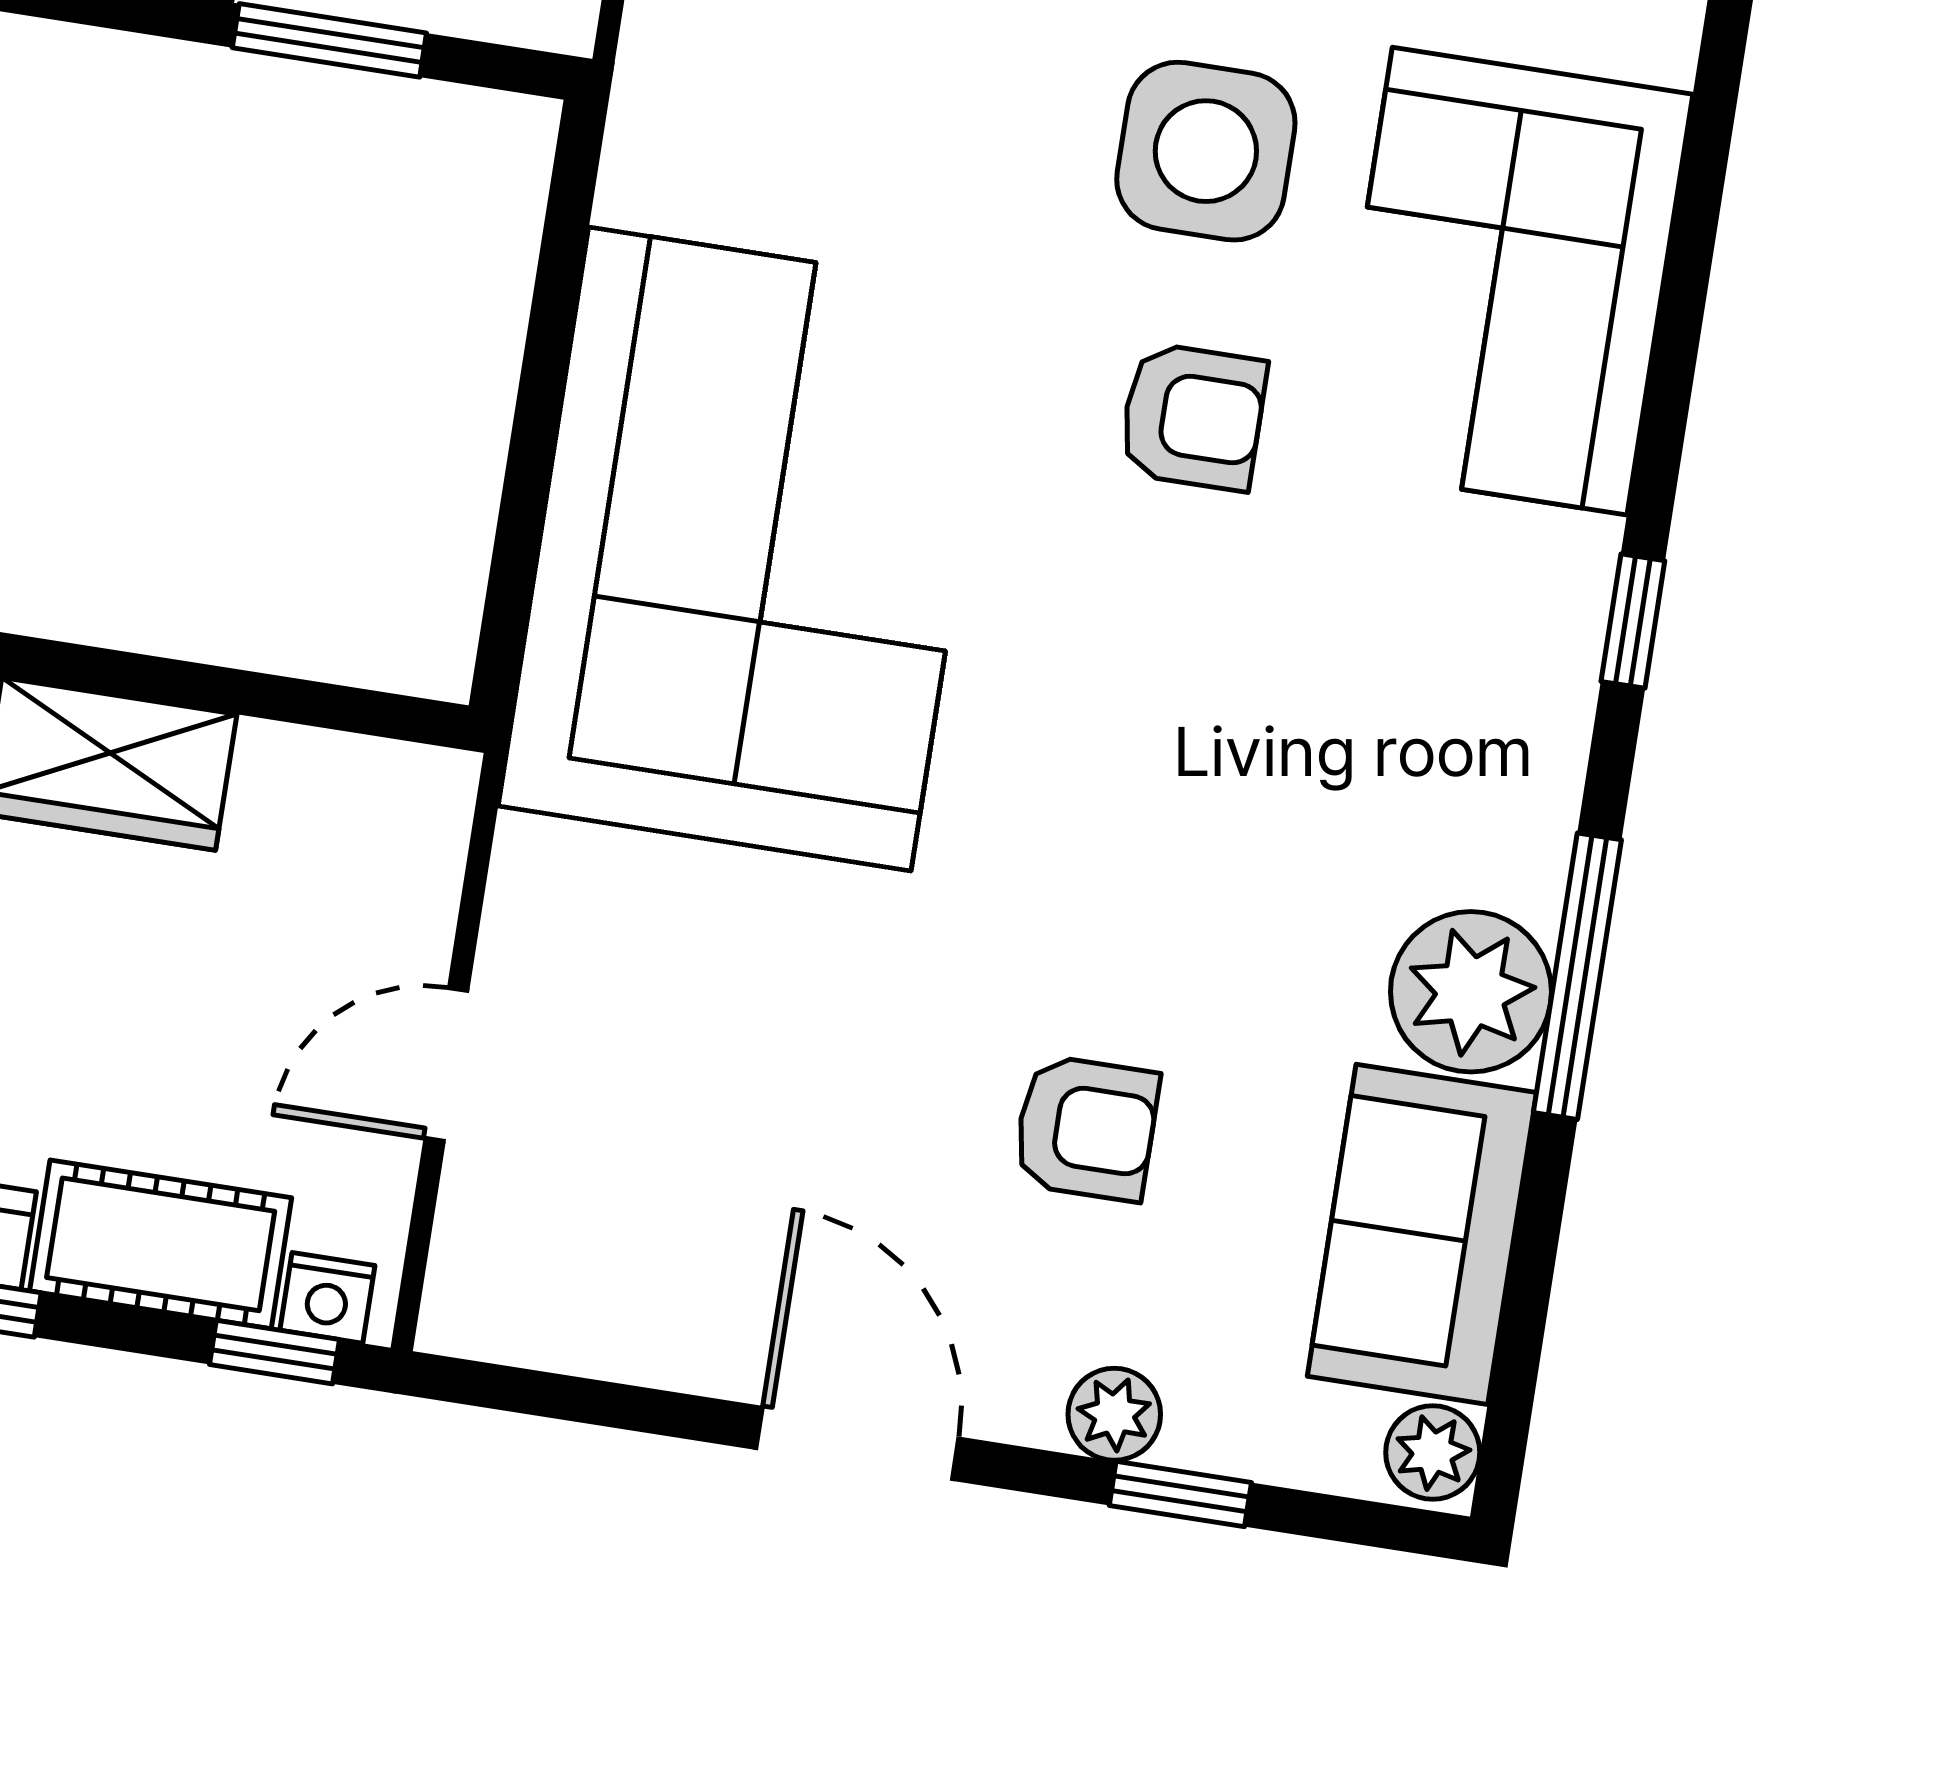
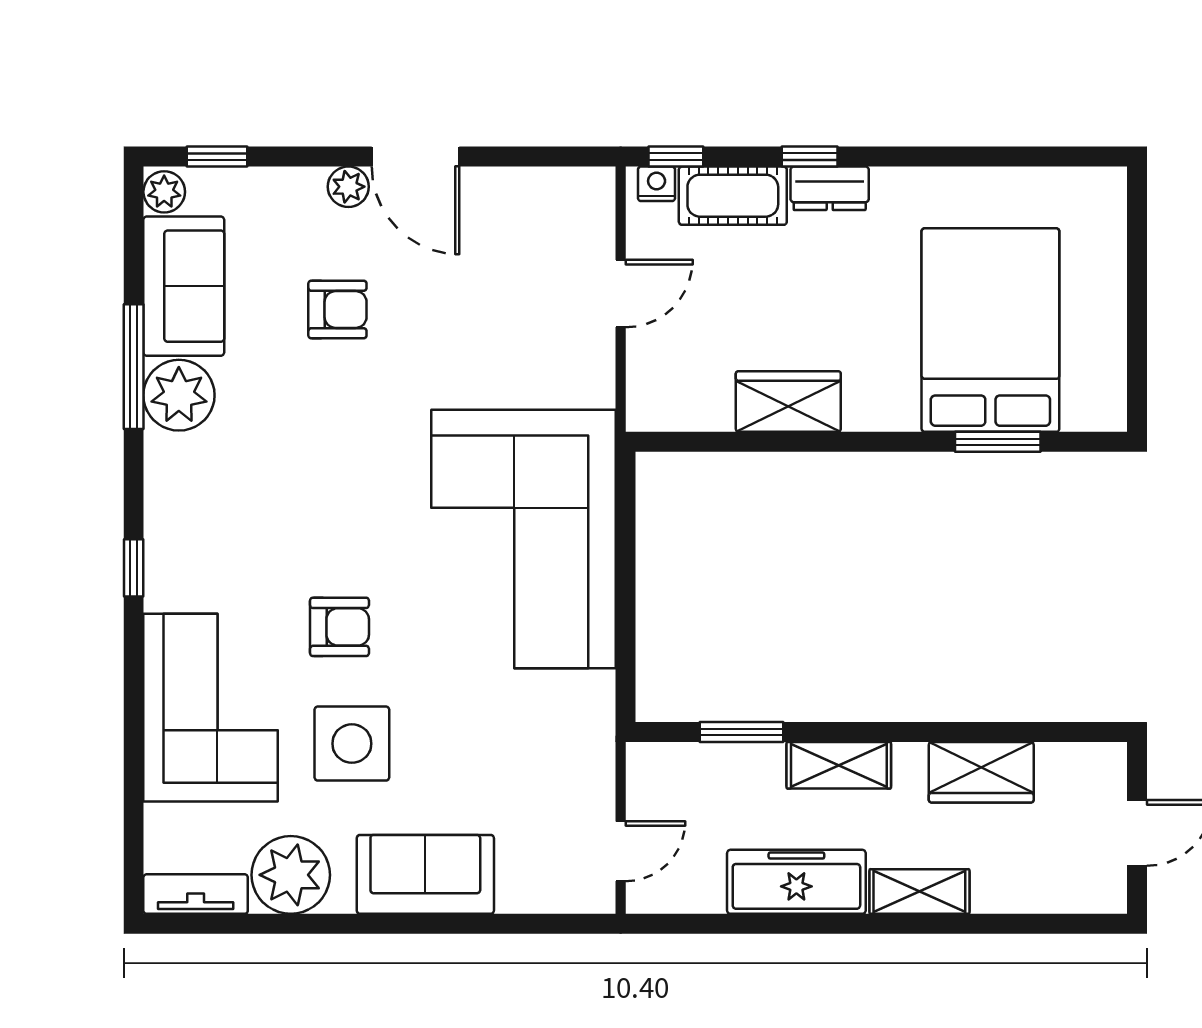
armchair: (1193, 417) -> (339, 627), turned 180
window: (1577, 976) -> (134, 367), moved
armchair: (1086, 1128) -> (337, 310), turned 180
plant: (1114, 1414) -> (348, 187), moved
window: (1180, 1494) -> (217, 157), moved

